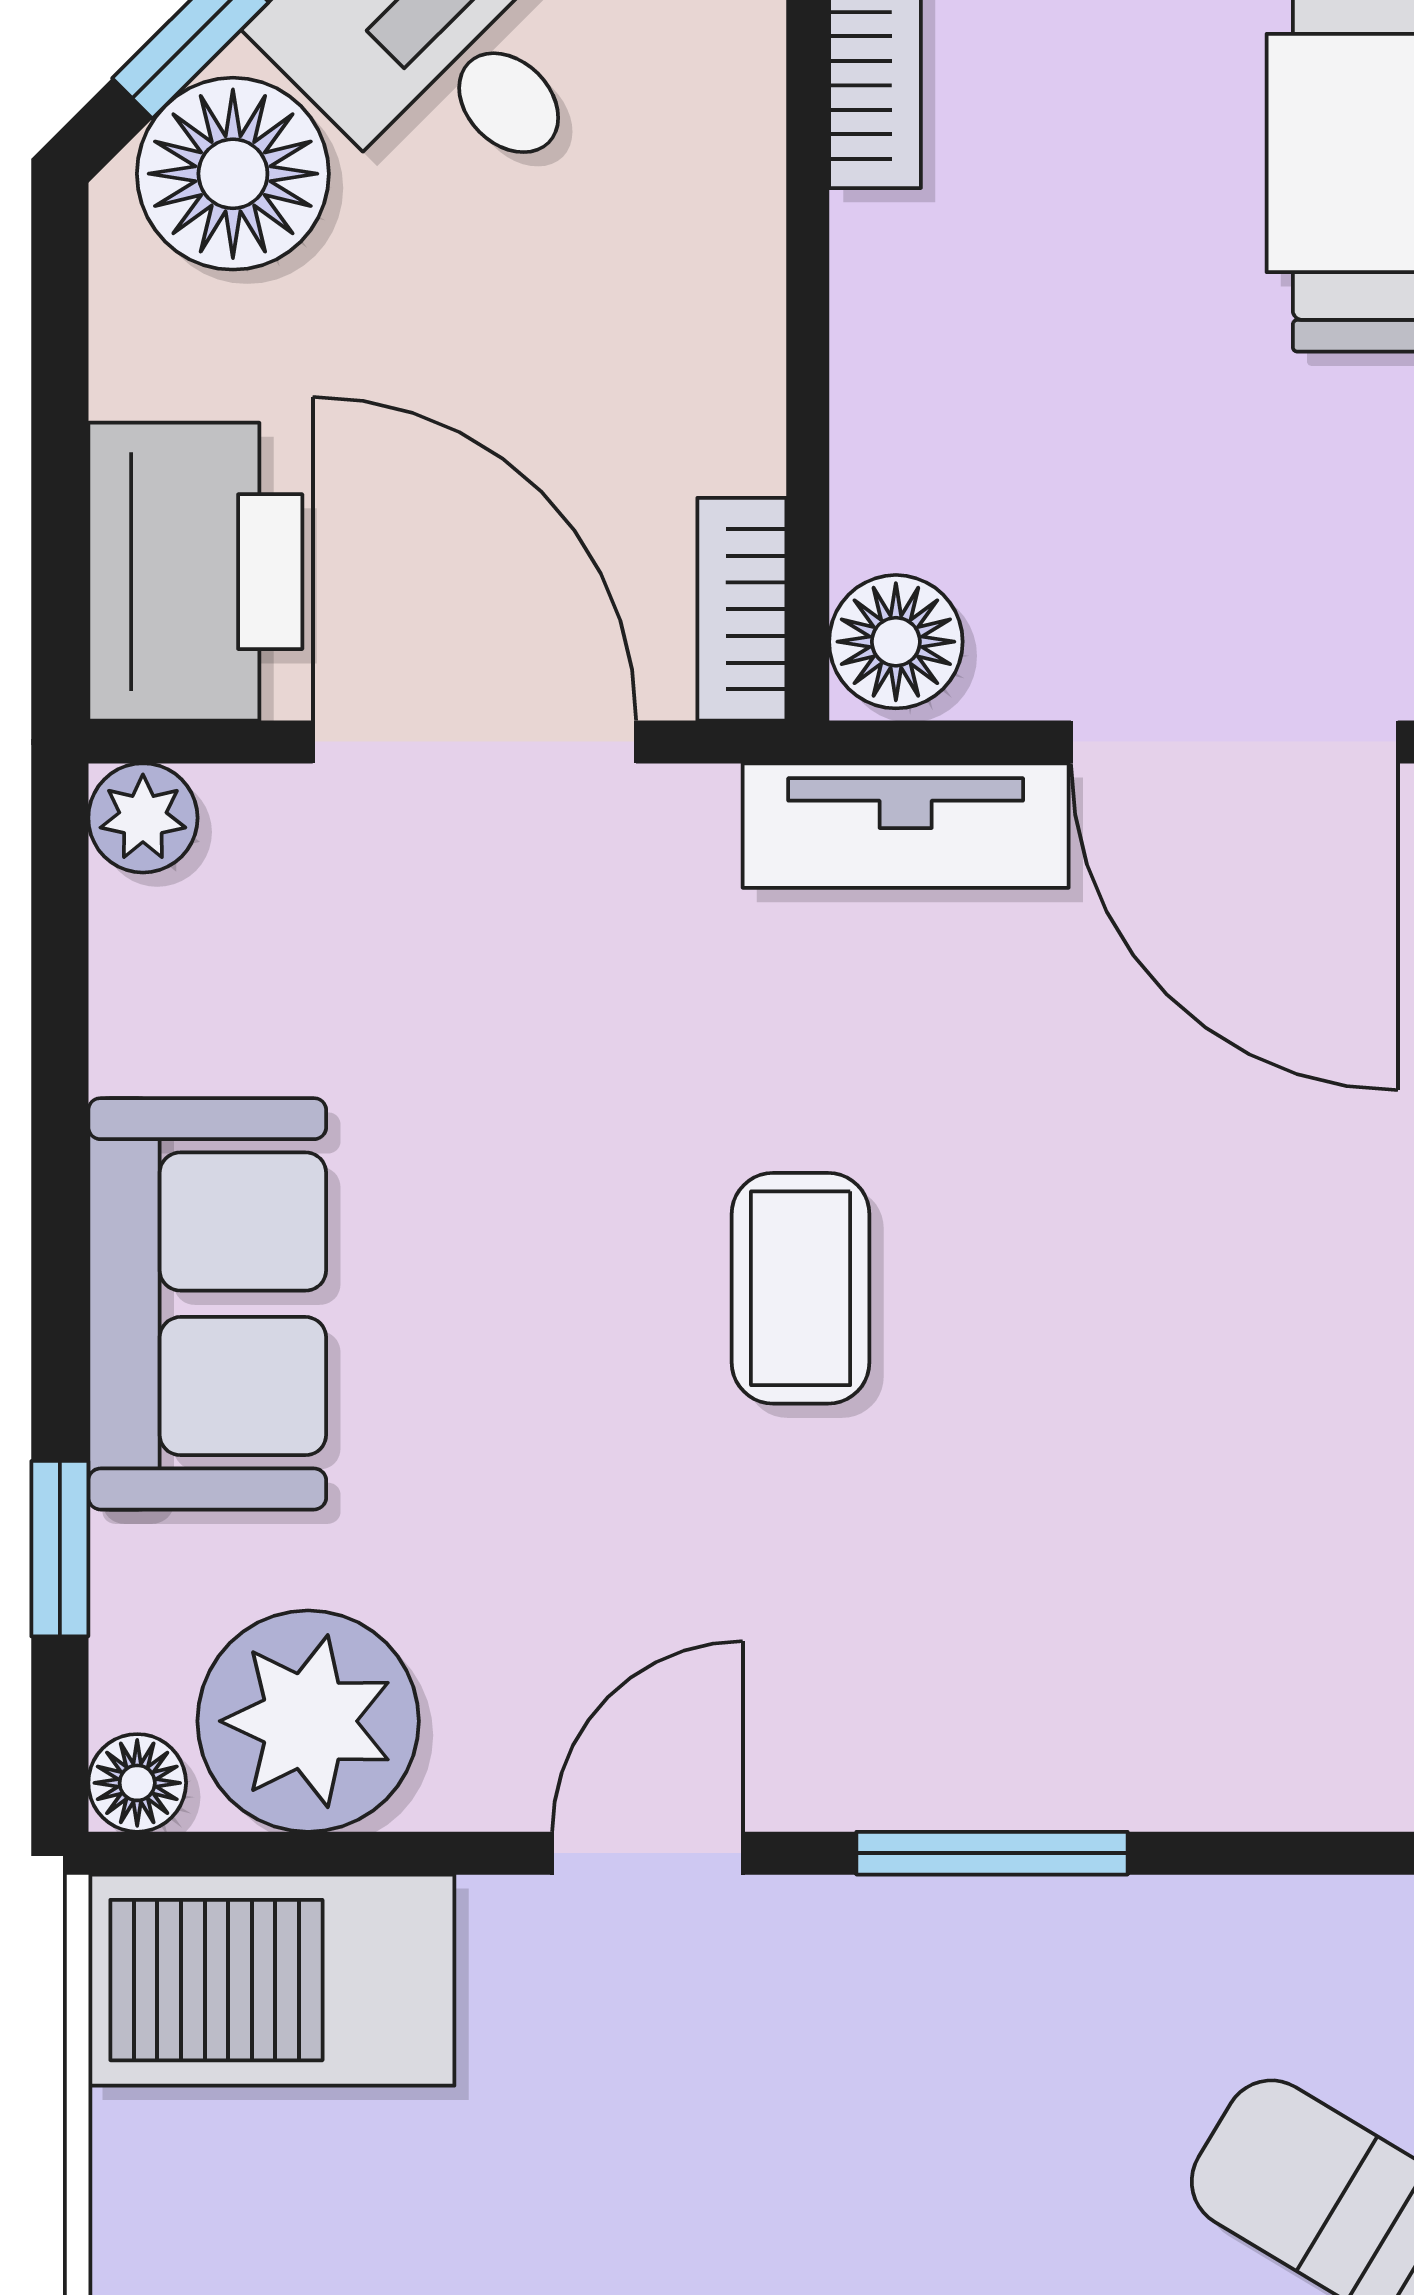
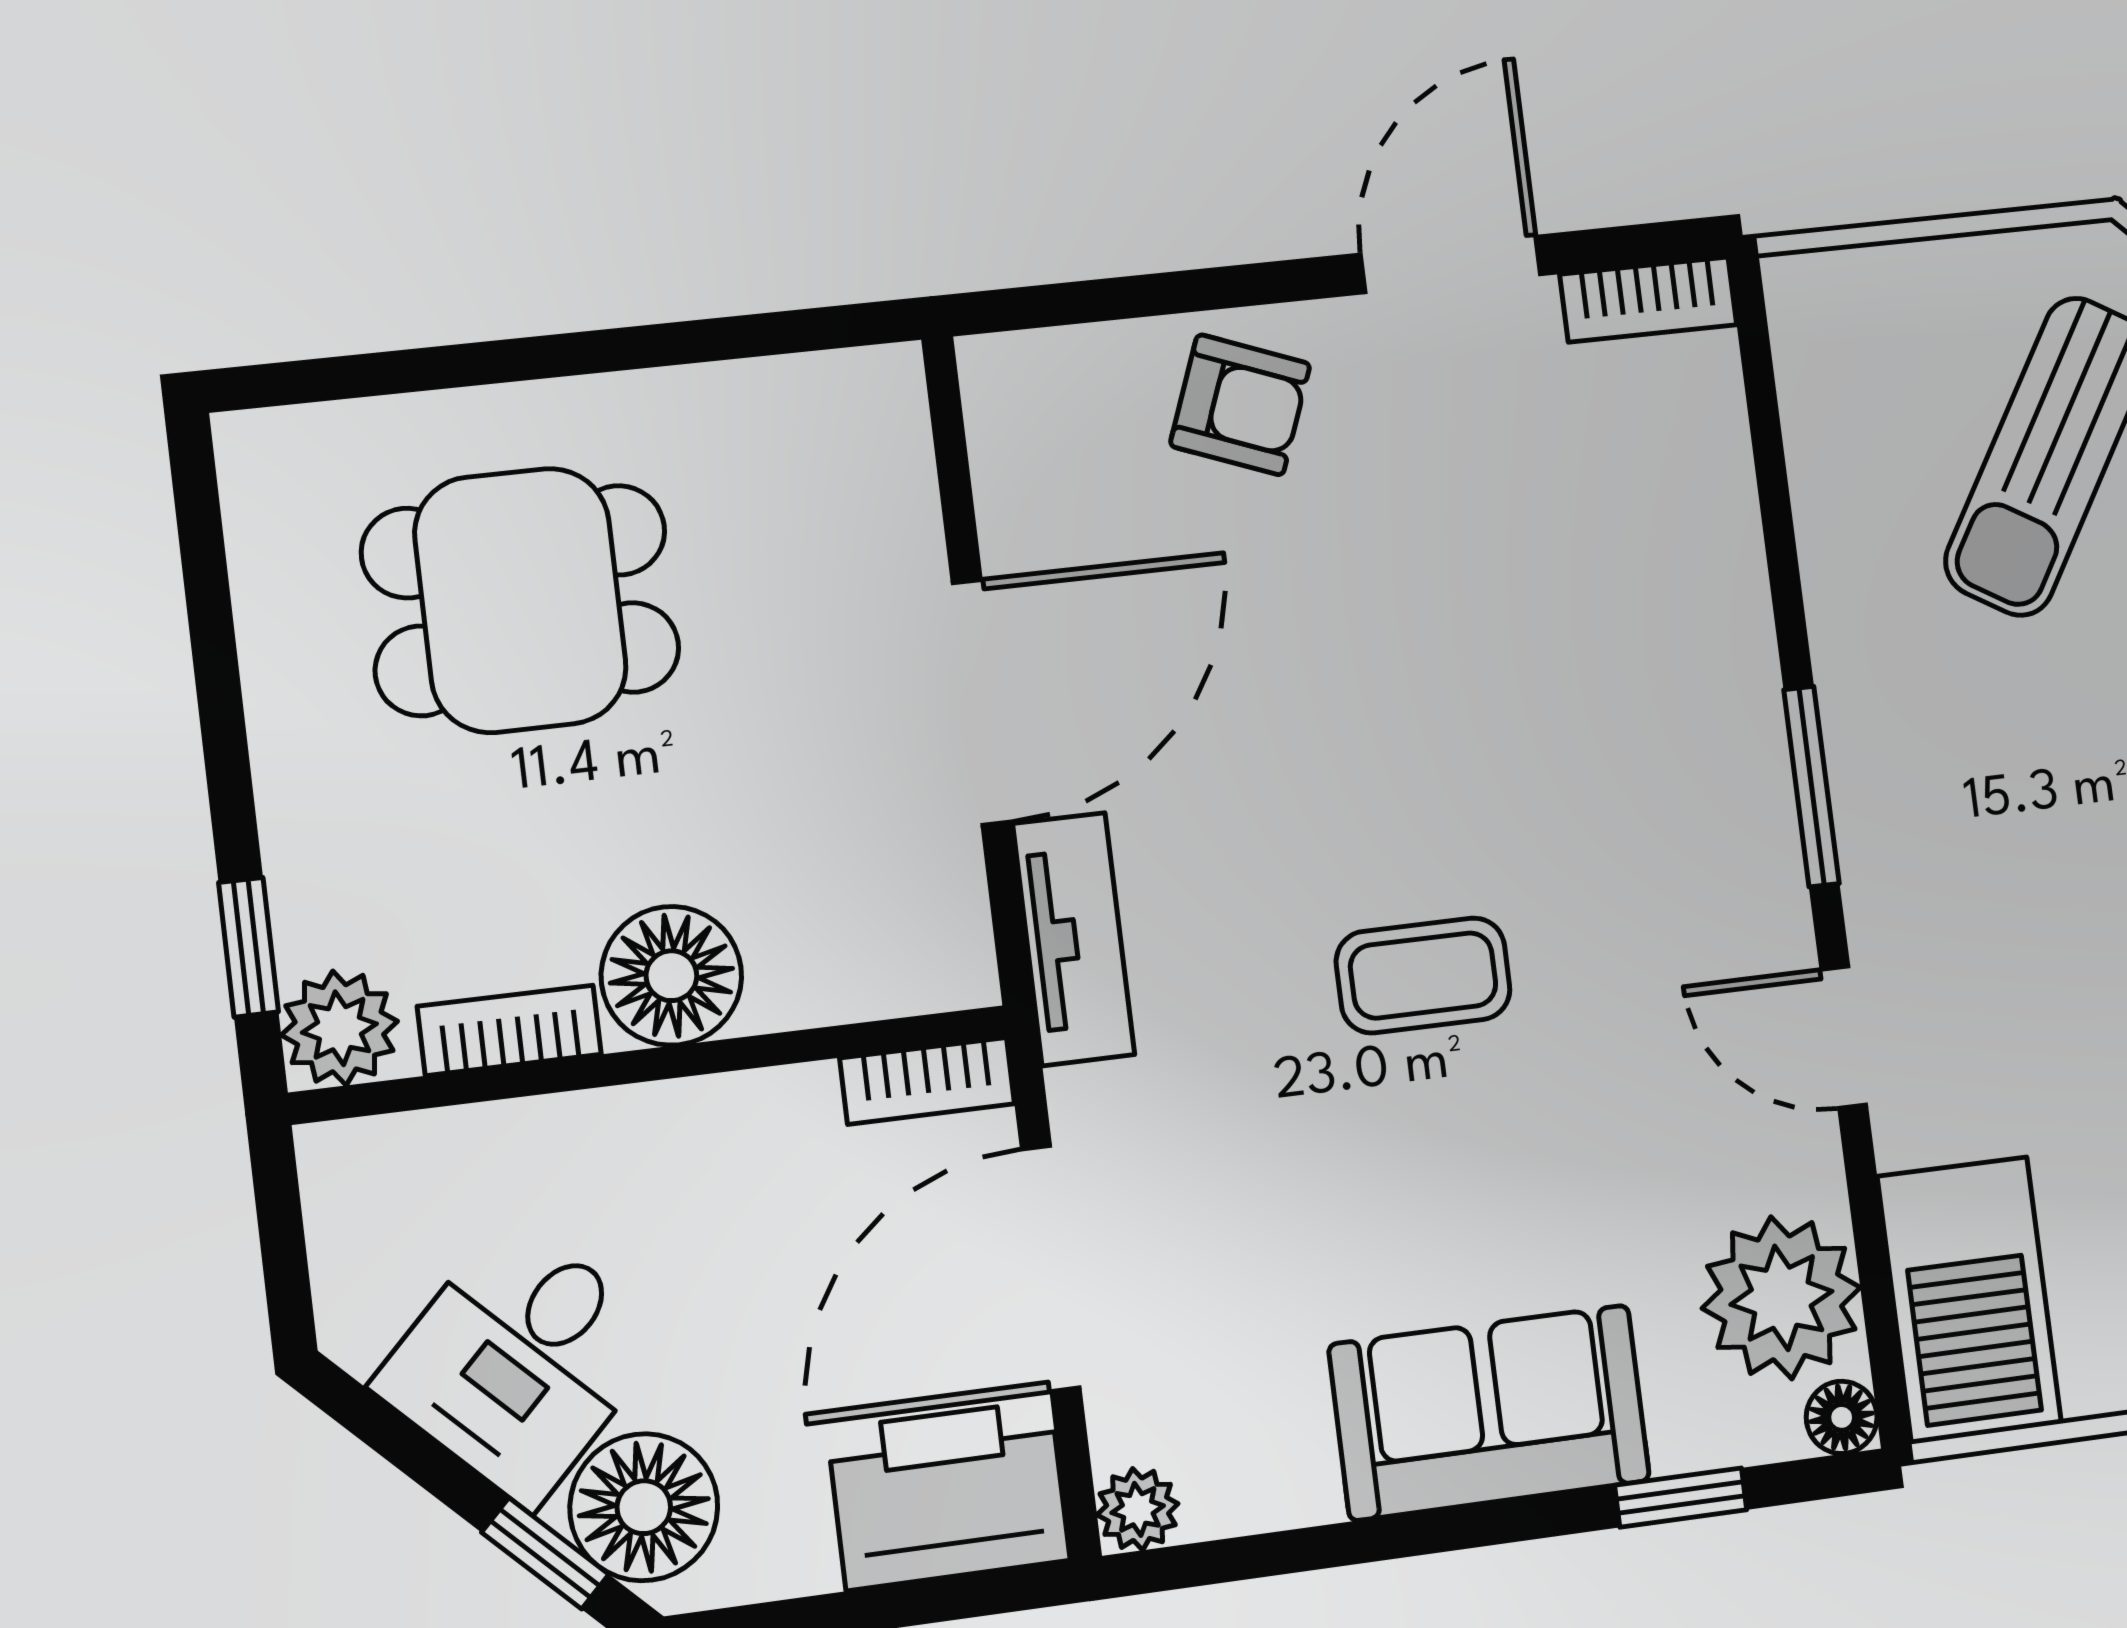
floor lamp: (896, 642) -> (671, 976), moved, width x1.38, depth x1.38

